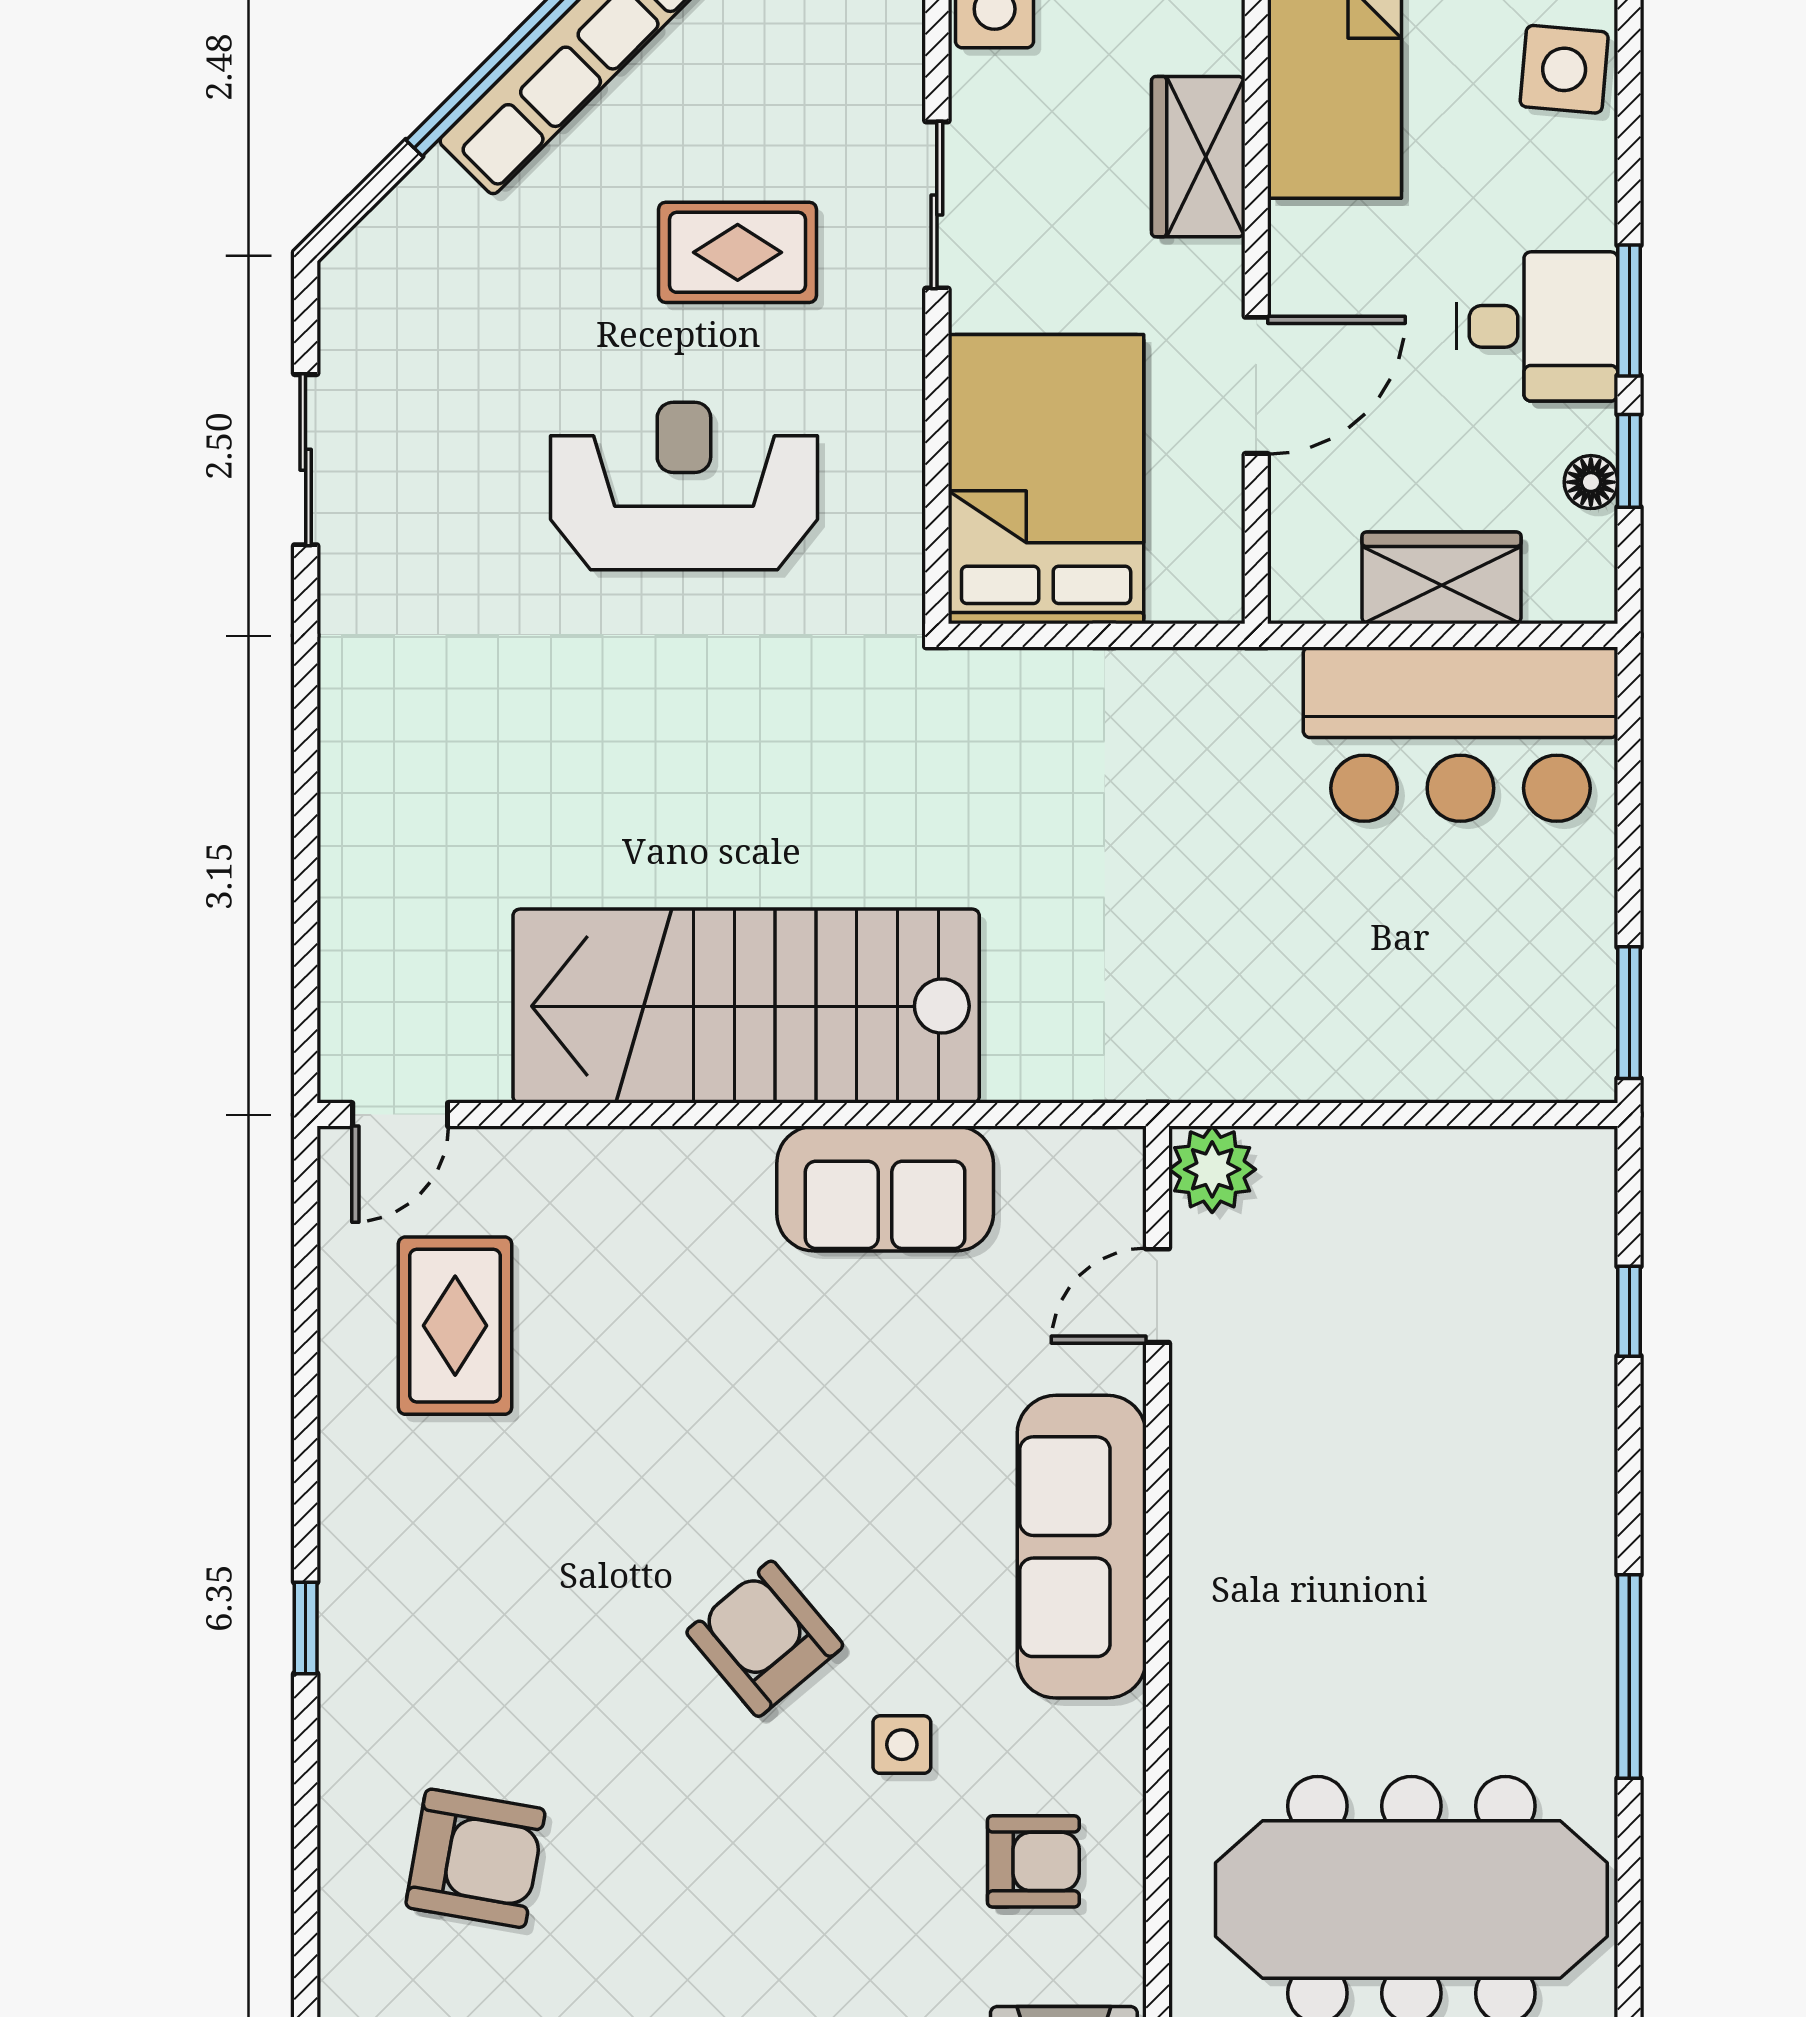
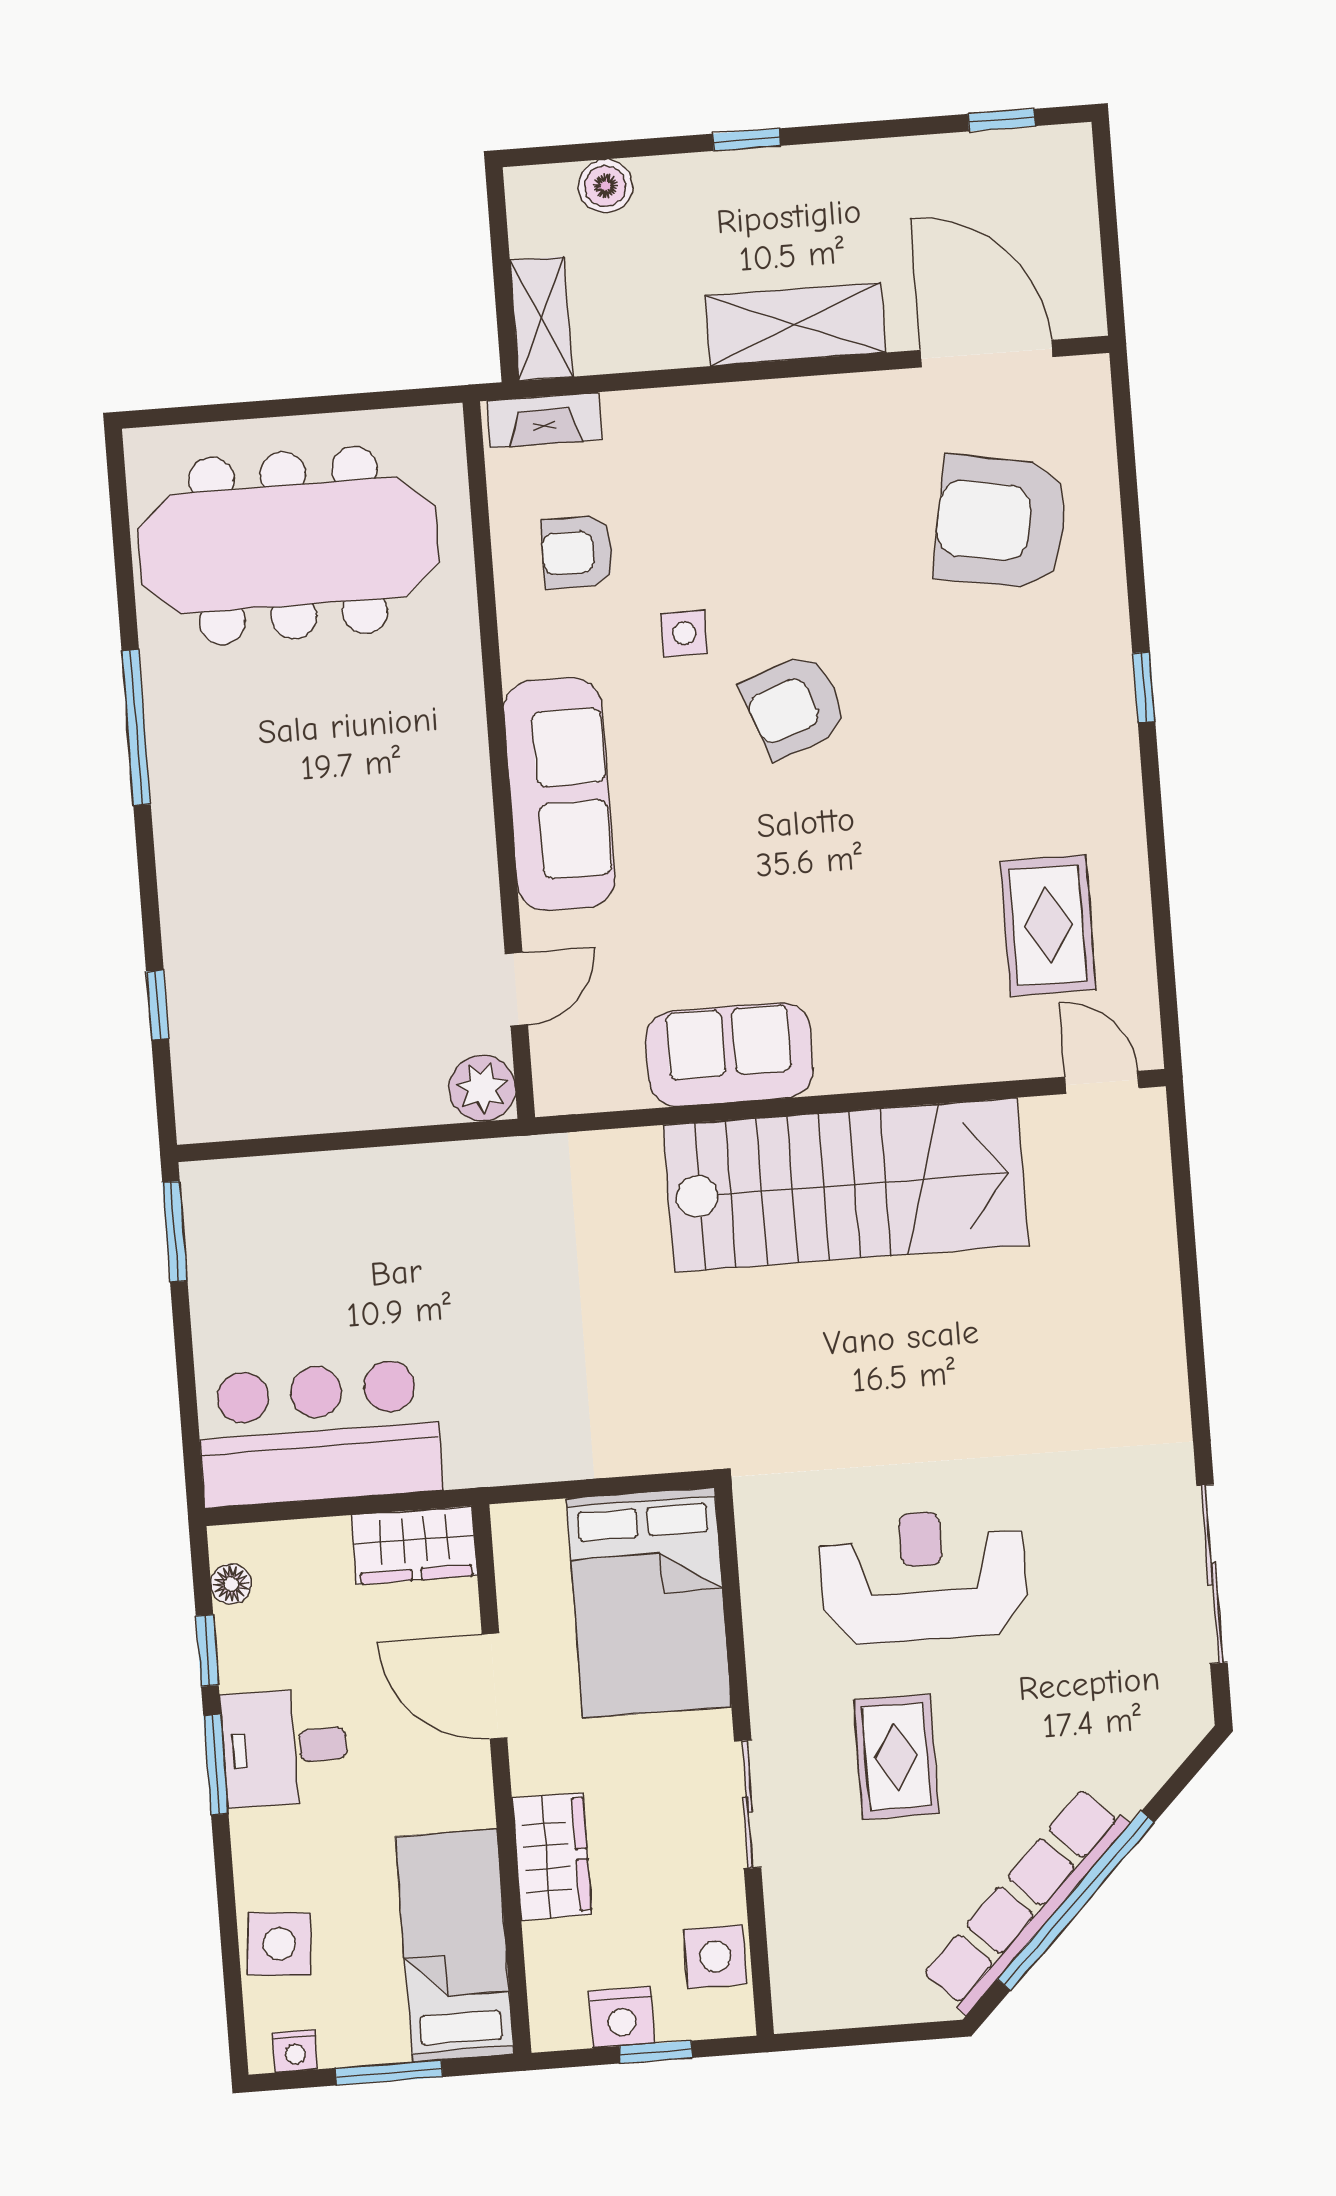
rug: (738, 252) -> (896, 1757), turned 90
door: (1256, 385) -> (495, 1686), hinge flipped
sliding door: (306, 460) -> (1212, 1574), width x1.37
floor lamp: (1591, 482) -> (231, 1584), moved
reception desk: (684, 486) -> (923, 1576), turned 180
wardrobe: (1441, 578) -> (414, 1545), moved
door: (400, 1115) -> (1102, 1082), hinge flipped
armchair: (765, 1639) -> (795, 706), turned 110
armchair: (475, 1858) -> (1001, 522), width x1.36, depth x1.36

